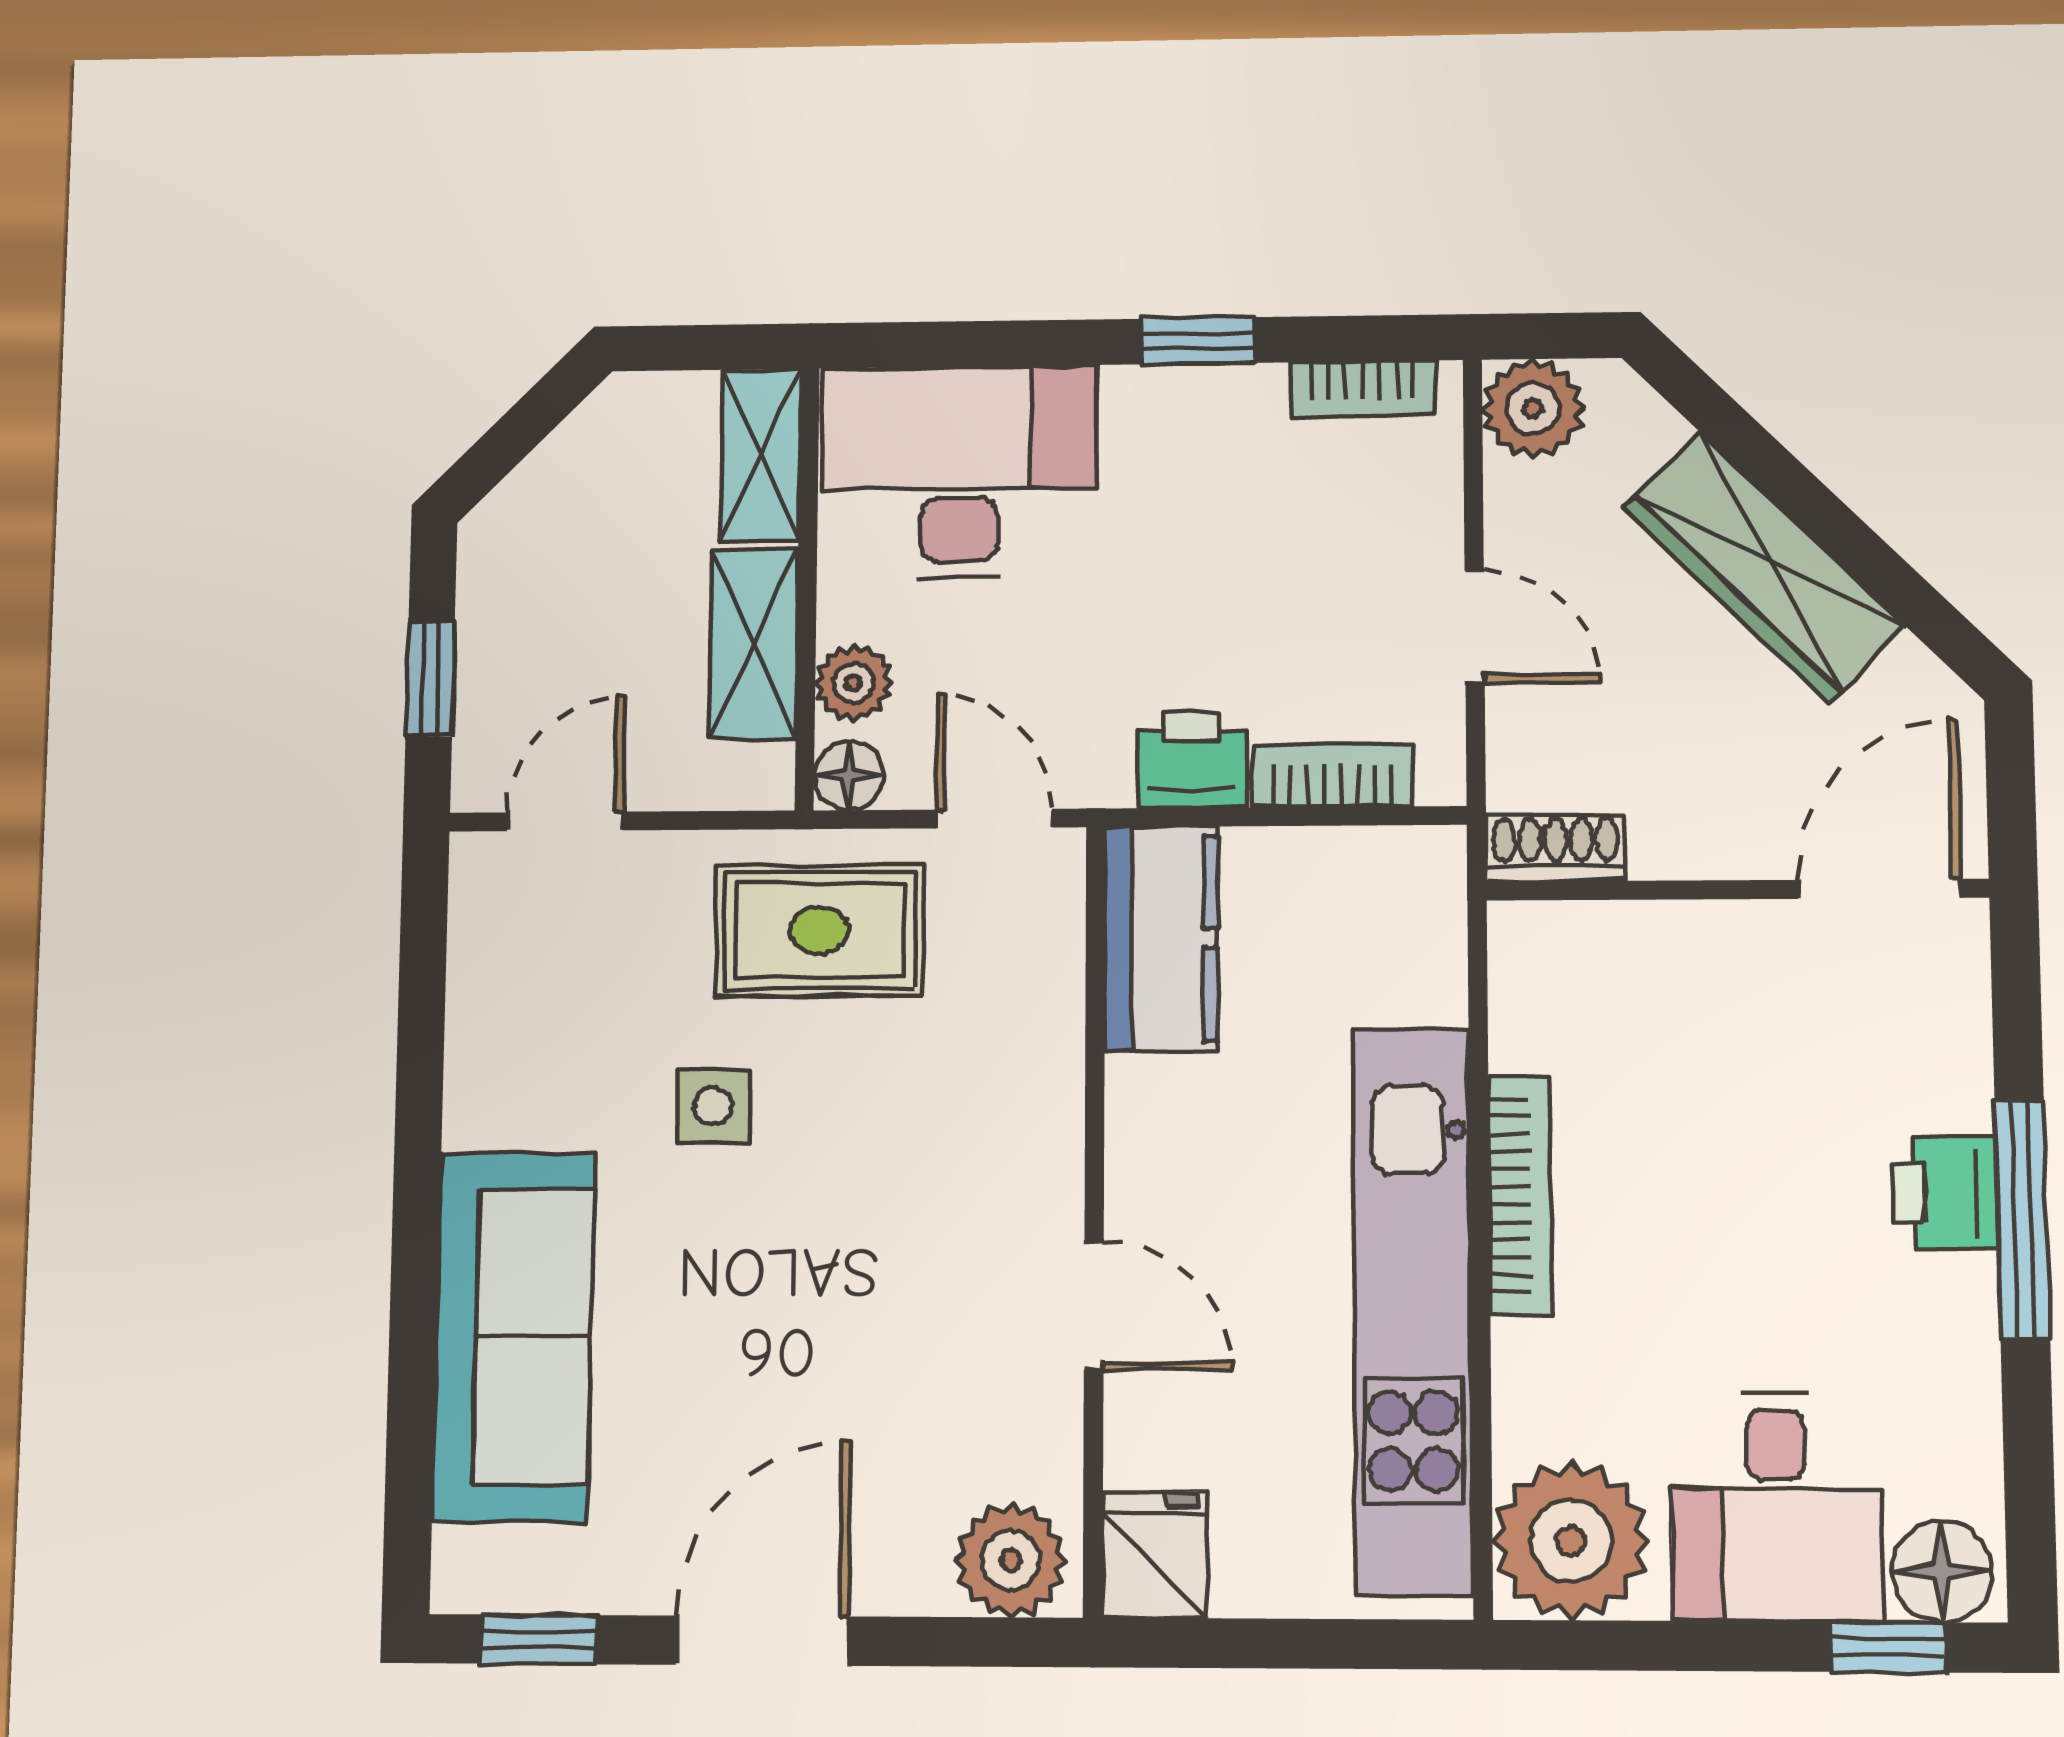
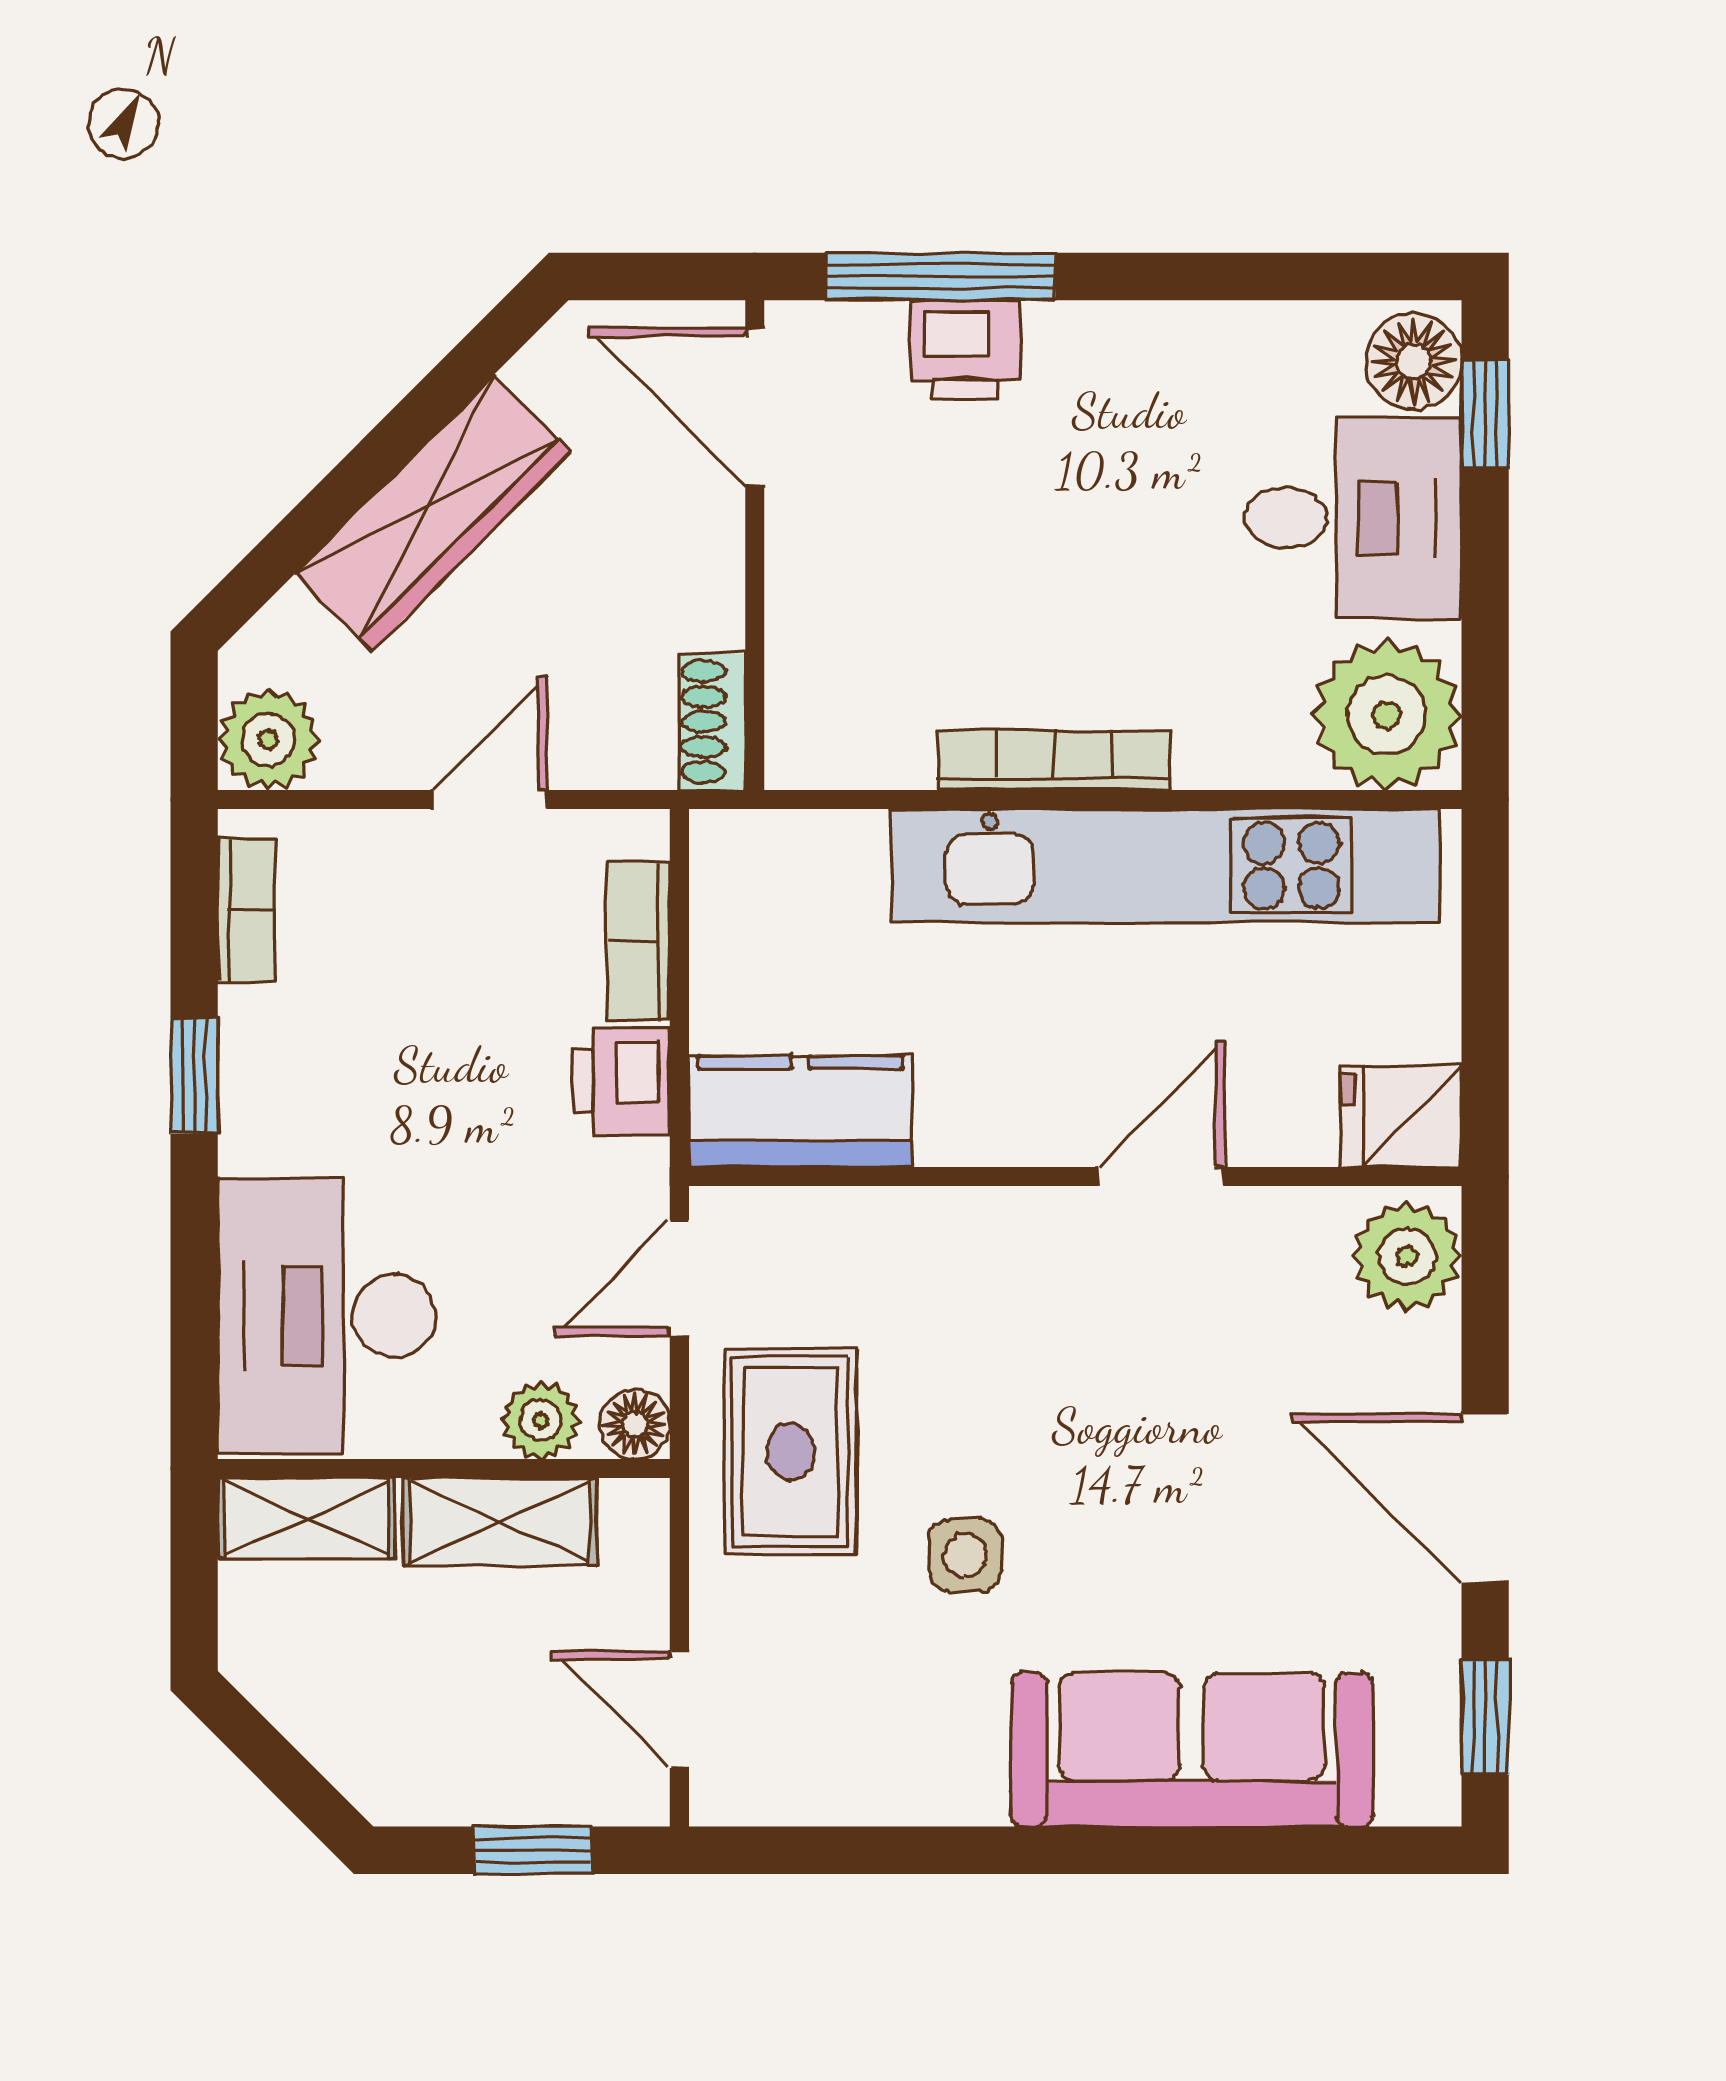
printer: (1945, 1193) -> (966, 350), moved
window: (2022, 1219) -> (941, 277), moved

